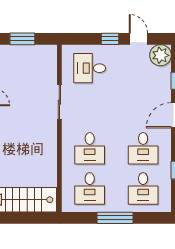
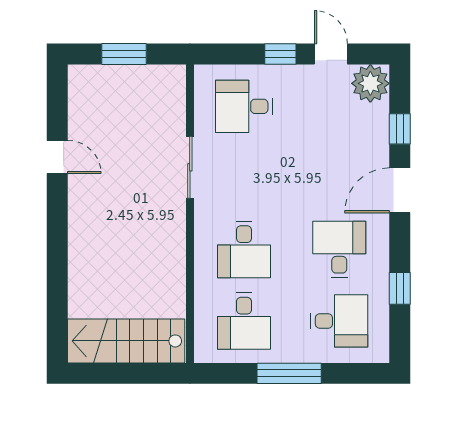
desk: (143, 148) -> (339, 249), turned 180
desk: (143, 188) -> (339, 321), turned -90

